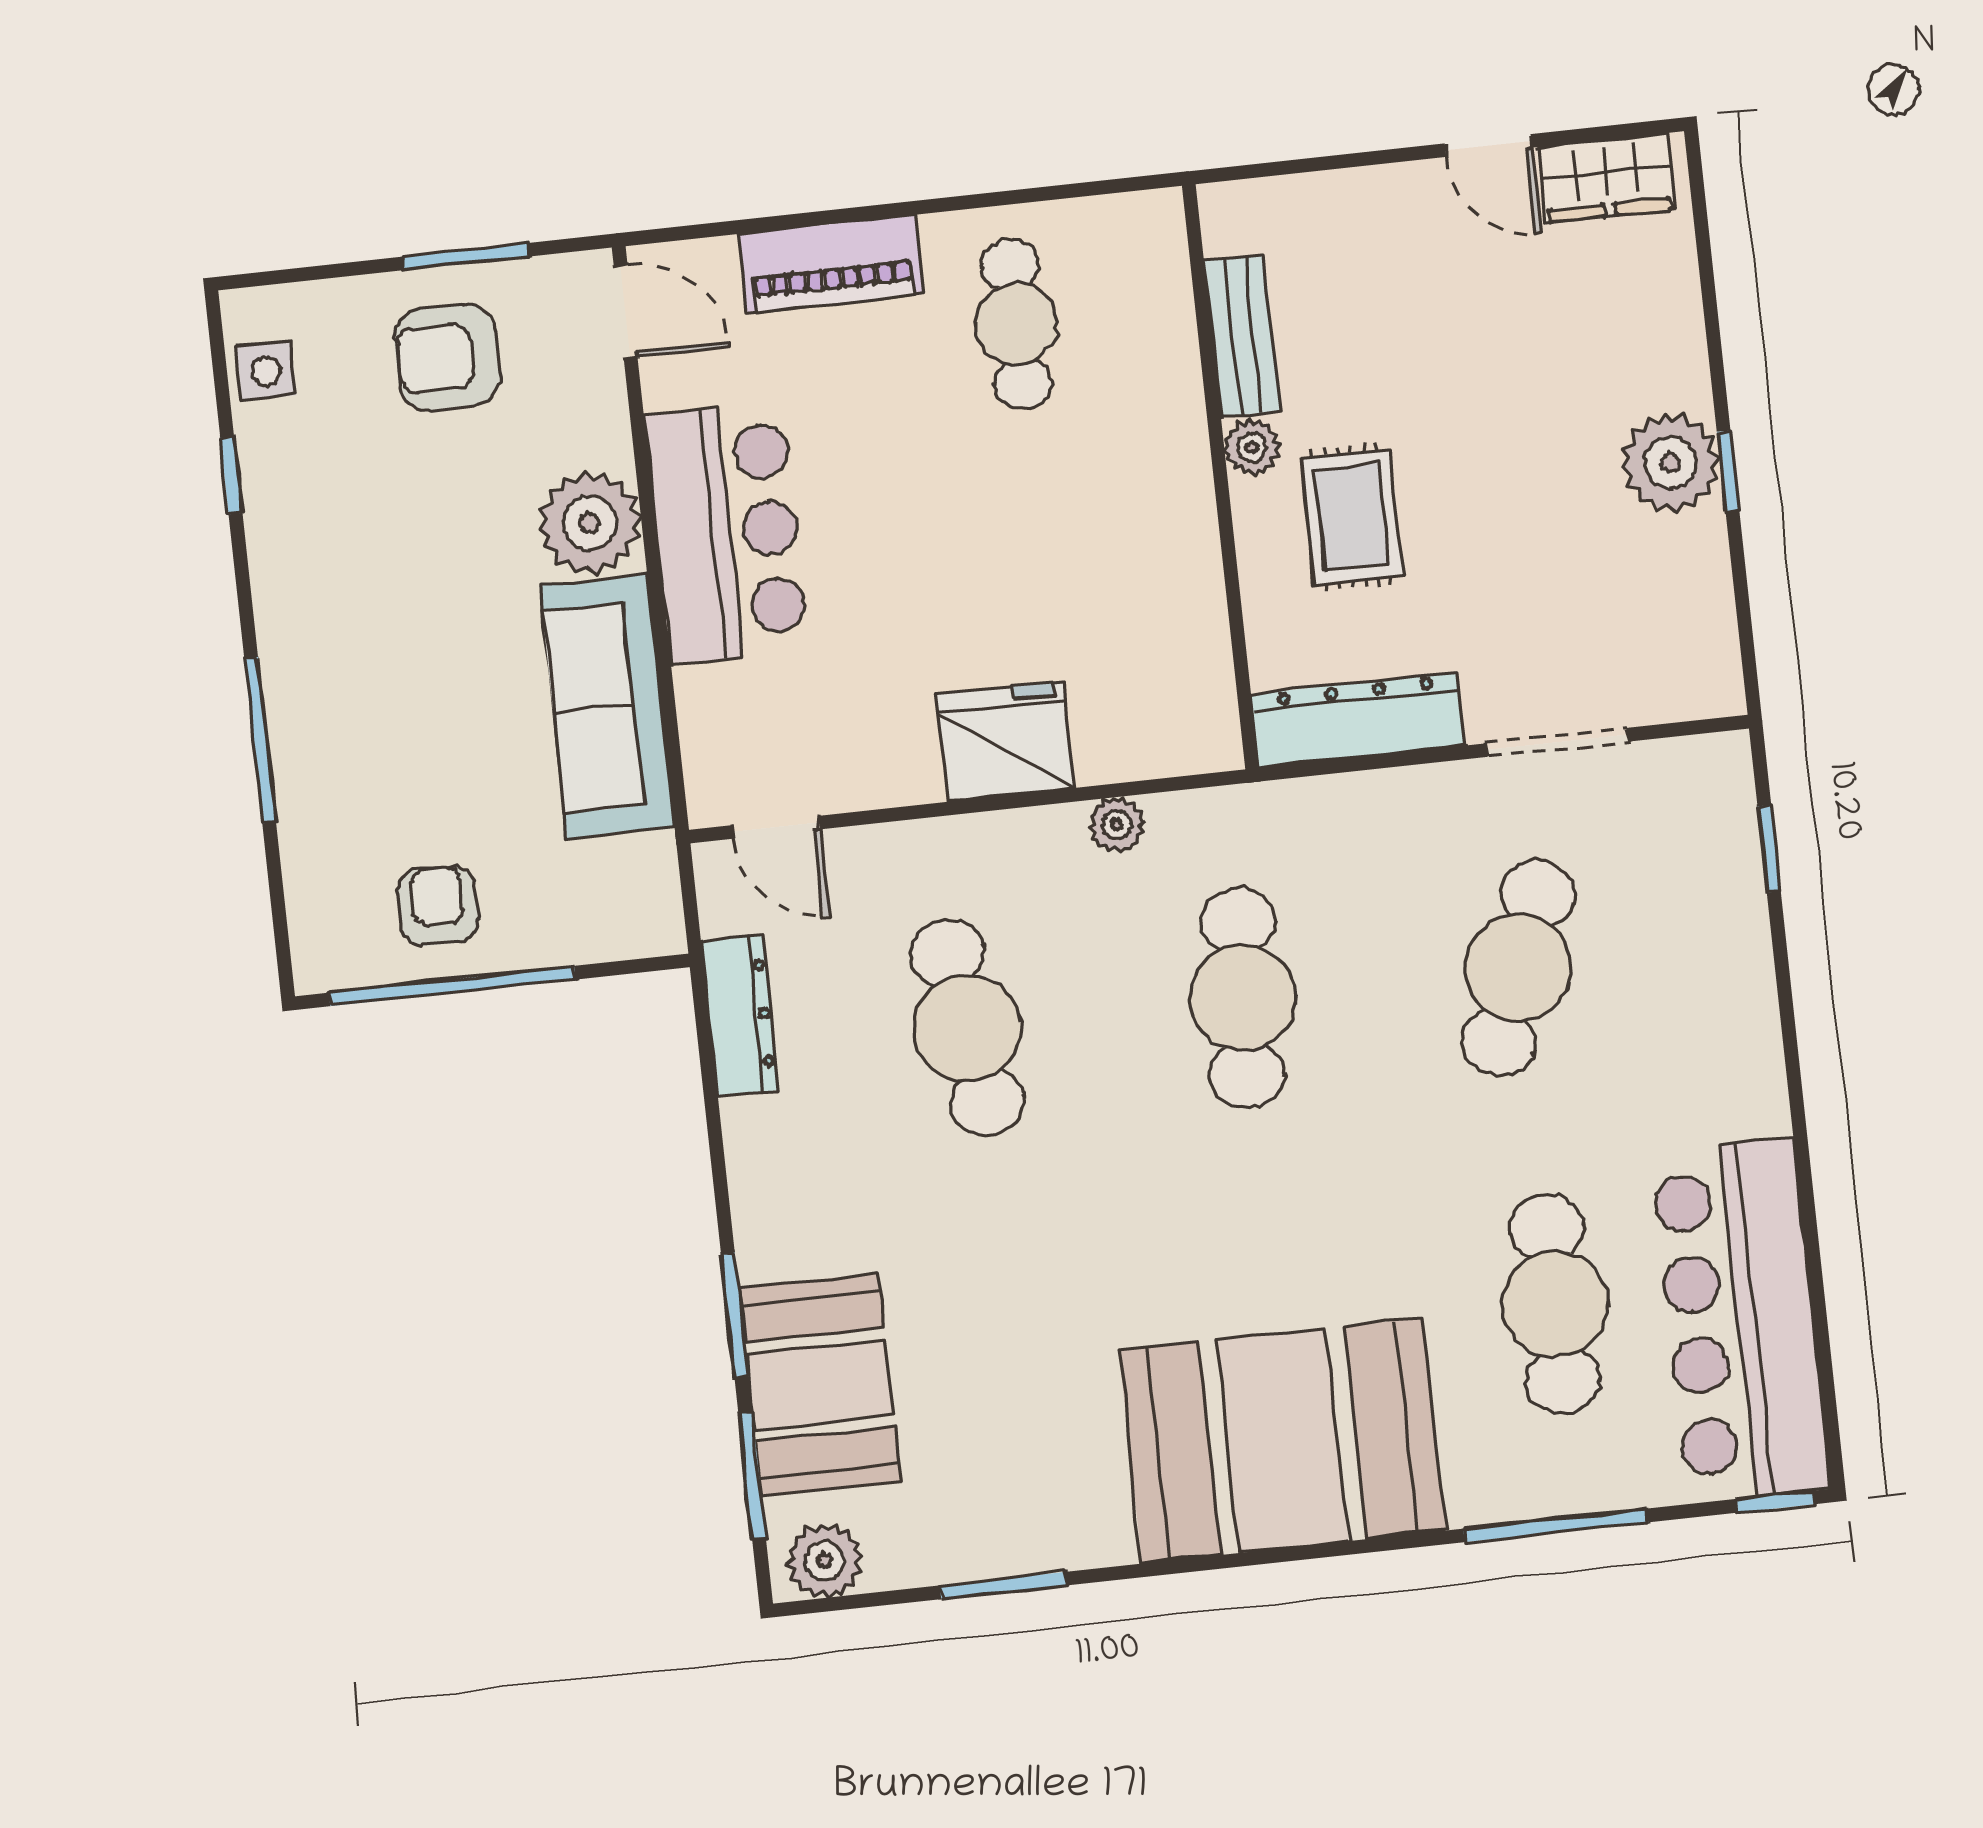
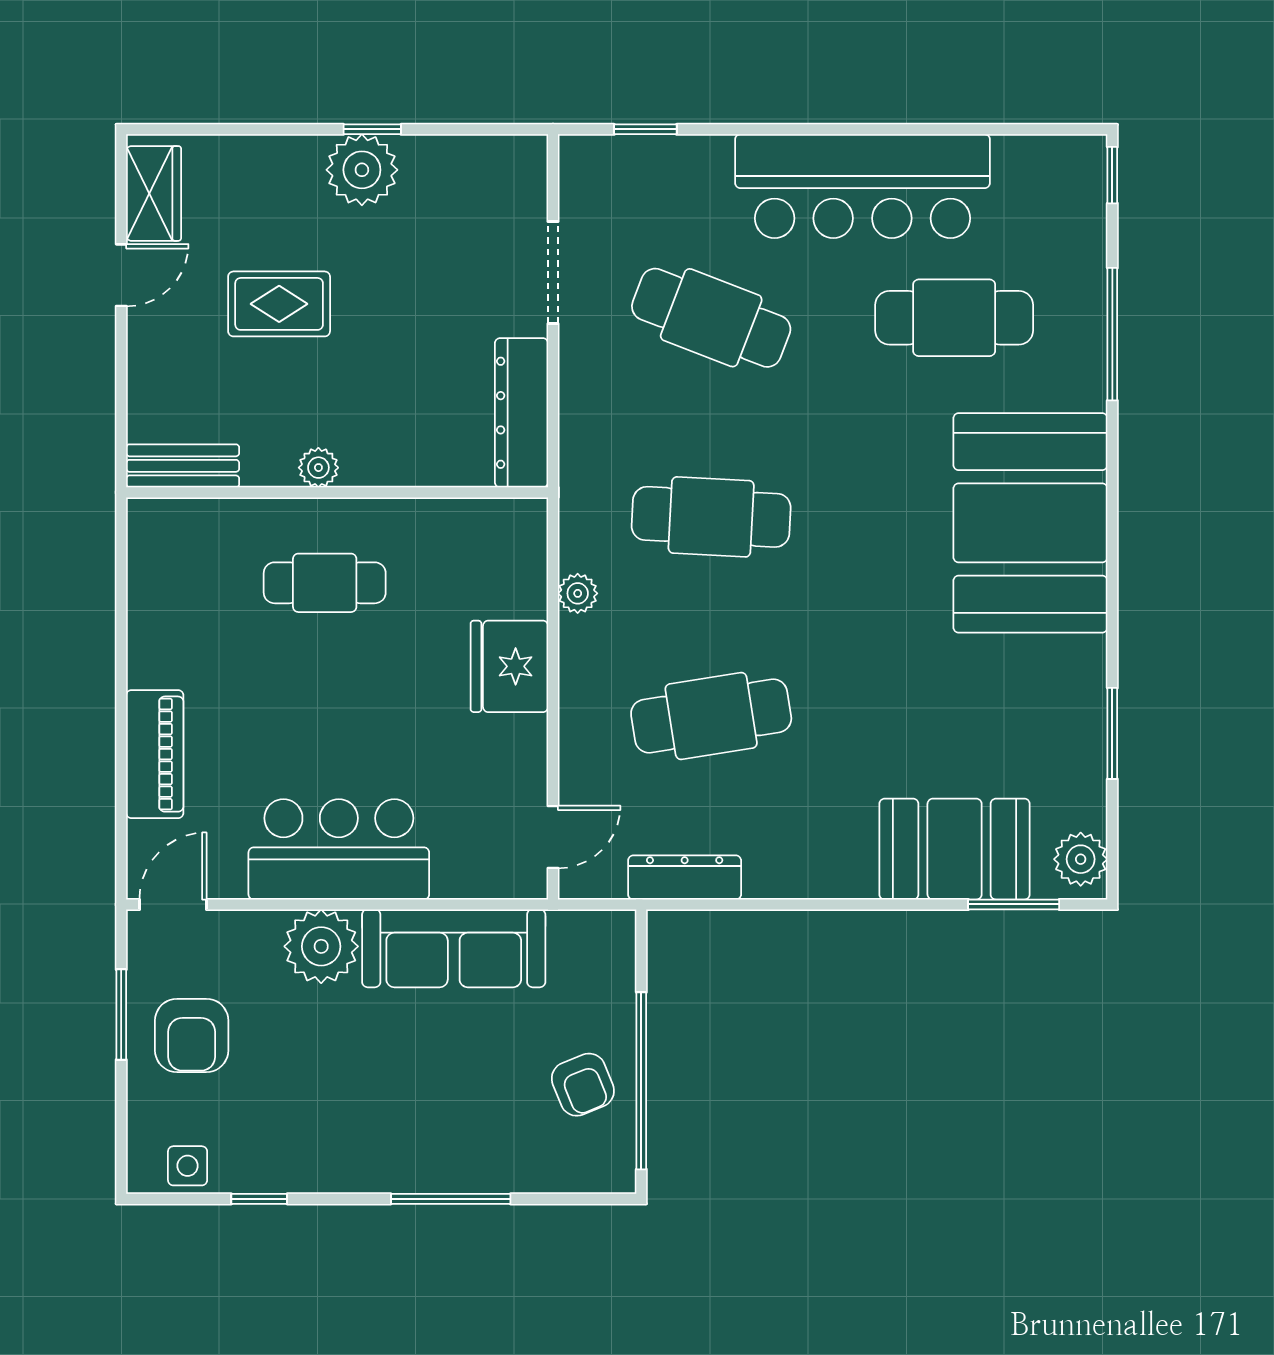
cafe table: (1016, 324) -> (325, 583), moved
bench: (1242, 336) -> (183, 466), moved
rug: (1352, 517) -> (279, 304), moved
armchair: (438, 906) -> (583, 1085), turned -112
window: (735, 1315) -> (898, 904), removed
bar counter: (1741, 1320) -> (863, 186), moved

